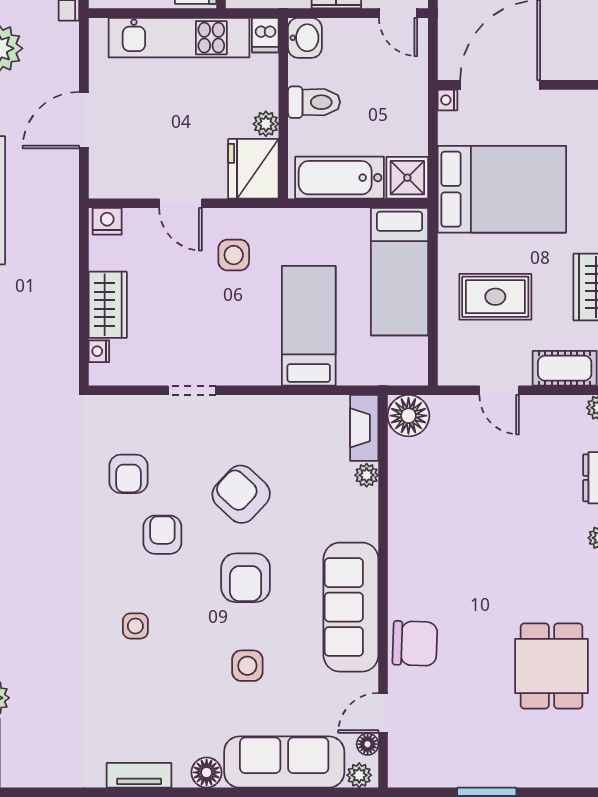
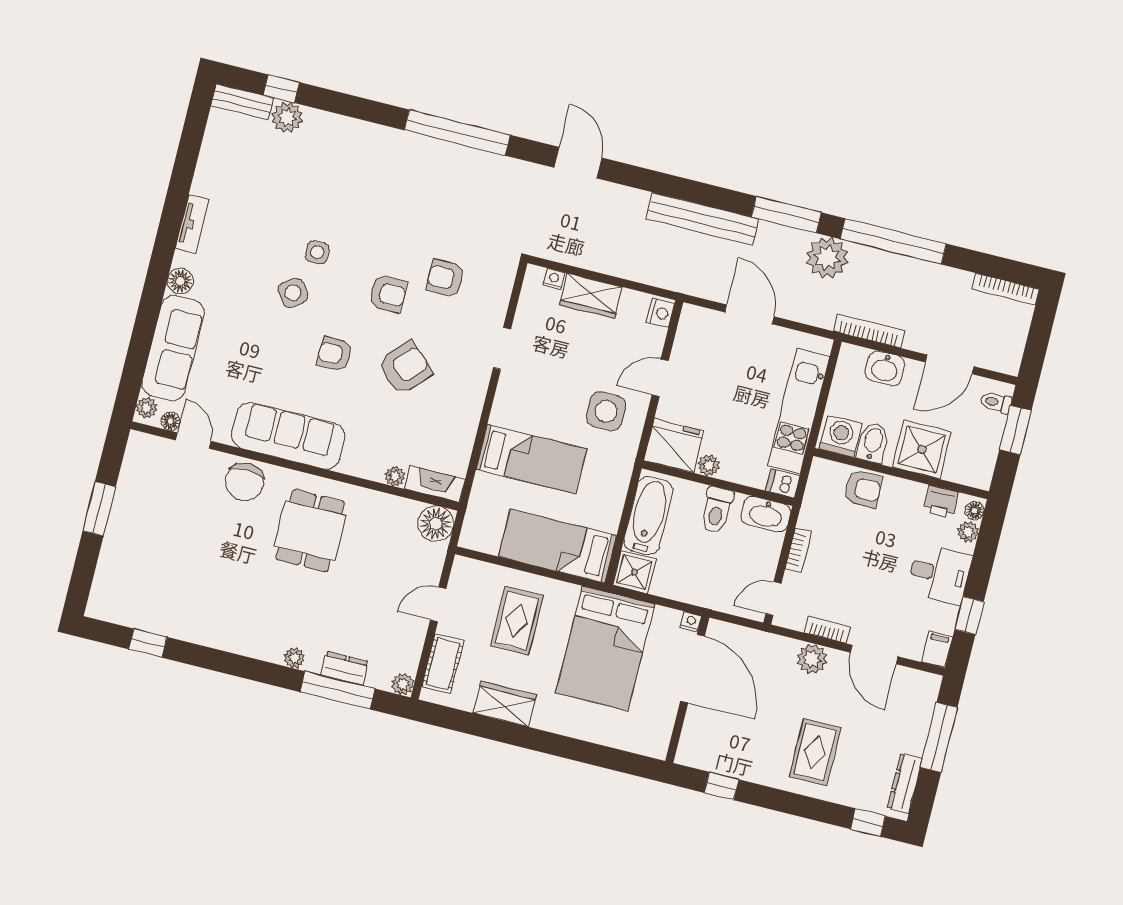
washbasin: (305, 38) -> (766, 514), width x1.38
side table: (234, 255) -> (606, 411), width x1.37, depth x1.37
armchair: (246, 578) -> (335, 354), width x0.72, depth x0.72
side table: (247, 666) -> (293, 293), moved, turned -36
dining table: (552, 666) -> (310, 531), moved, turned 90

